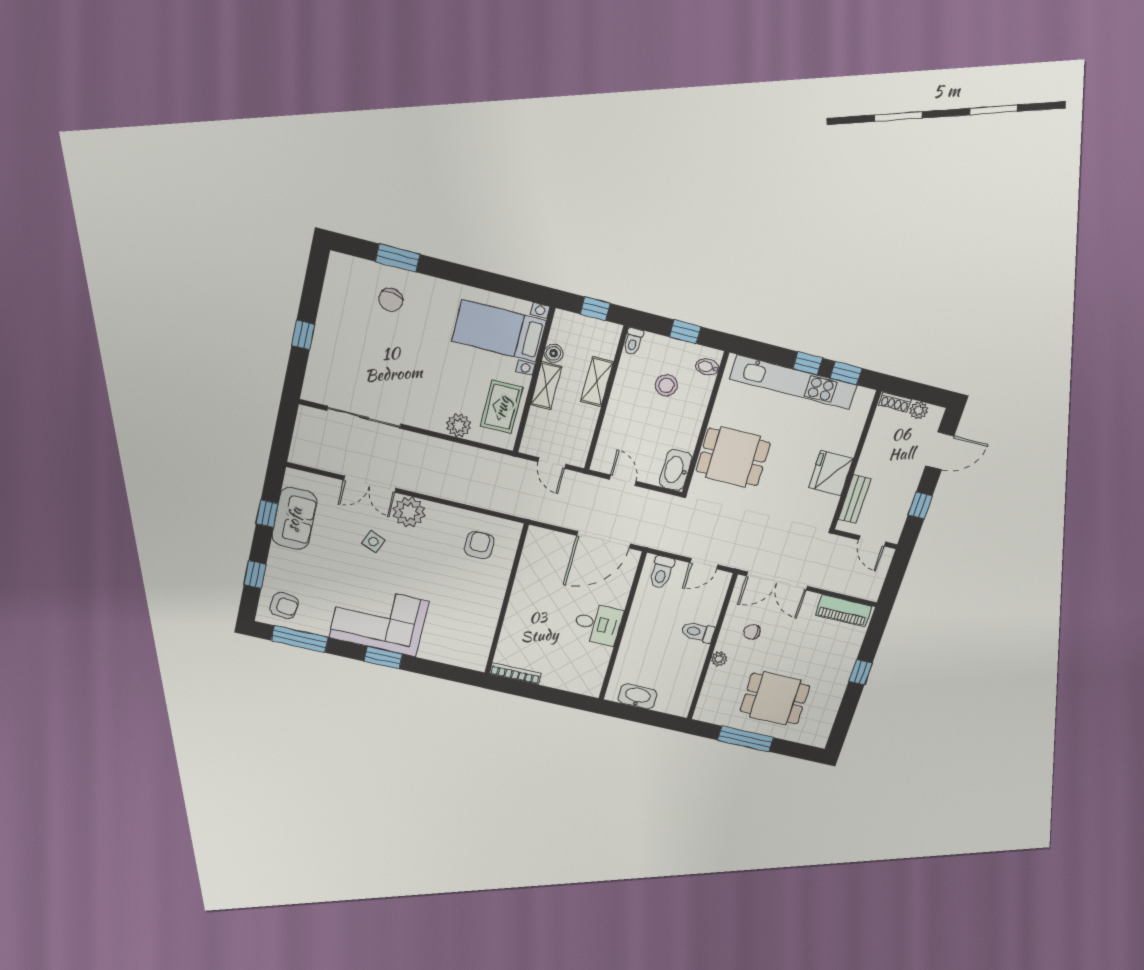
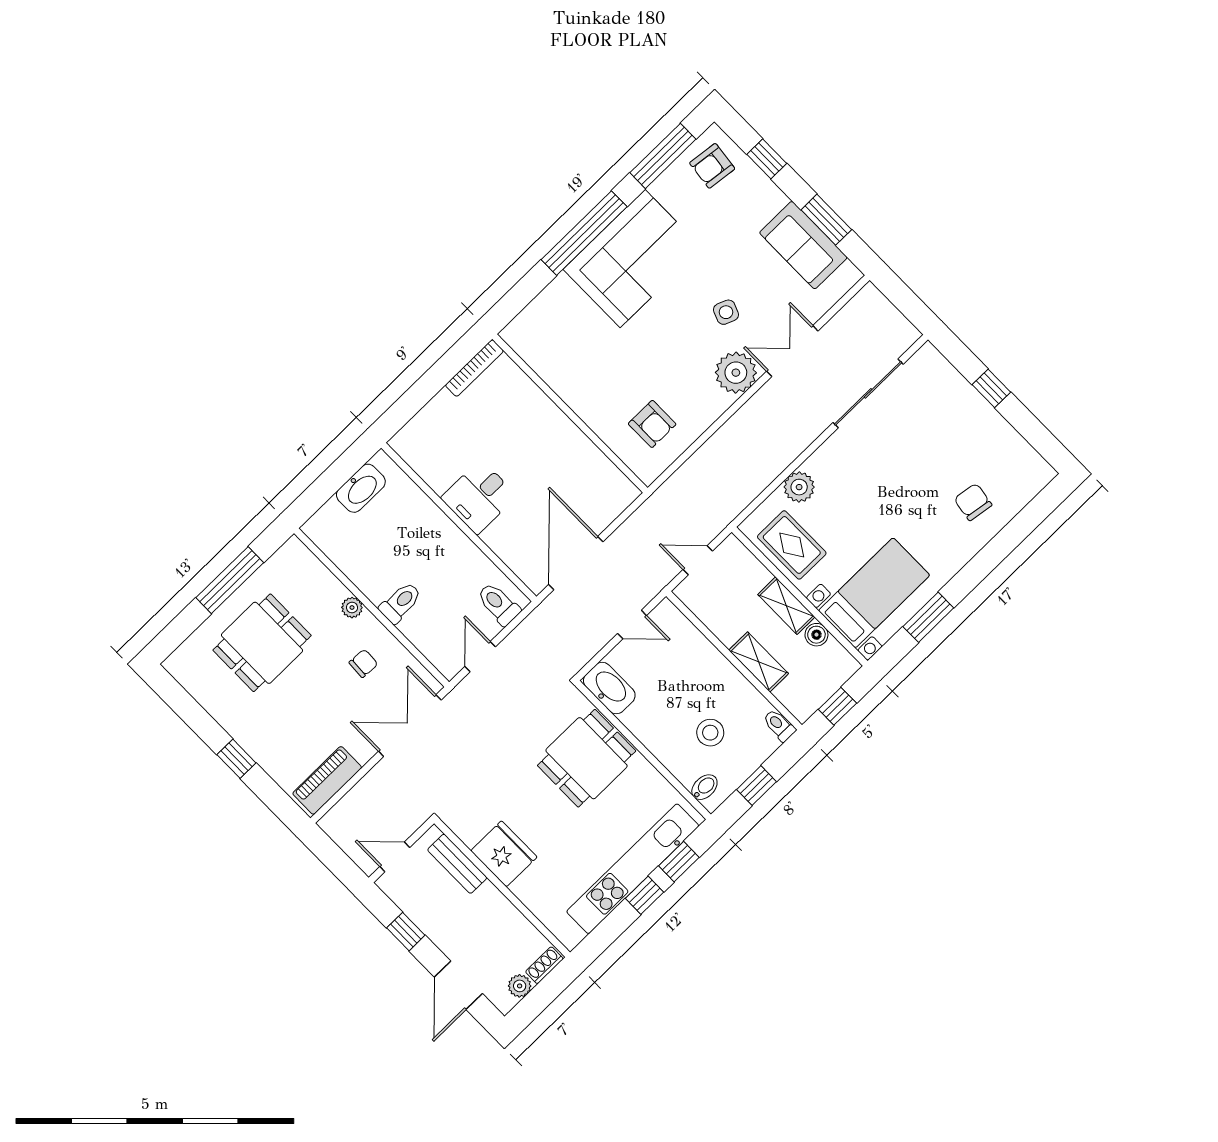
window: (398, 258) -> (928, 617), moved
window: (846, 373) -> (679, 862), moved
window: (267, 514) -> (826, 220), width x1.50
window: (383, 658) -> (584, 233), width x2.11

